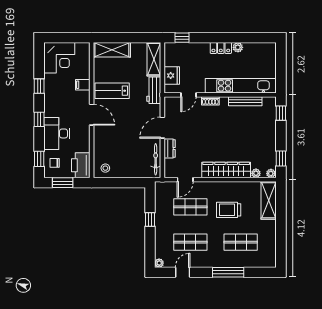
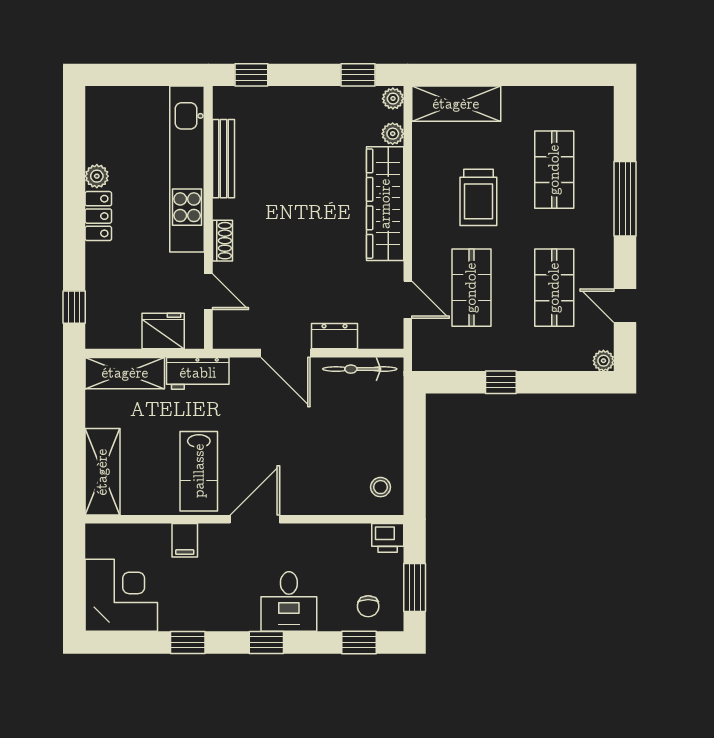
desk: (57, 133) -> (289, 601), width x0.73
printer: (81, 165) -> (388, 538), width x0.53, depth x0.68

